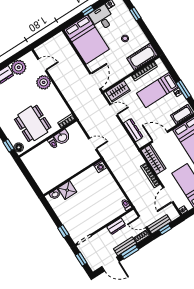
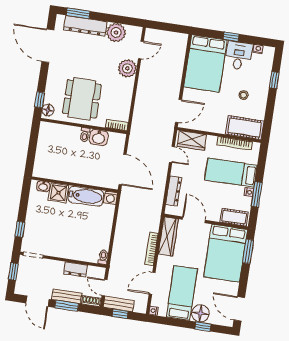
door: (42, 65) -> (141, 50), hinge flipped
door: (93, 144) -> (123, 170), width x1.88
bathtub: (85, 178) -> (86, 196), added

